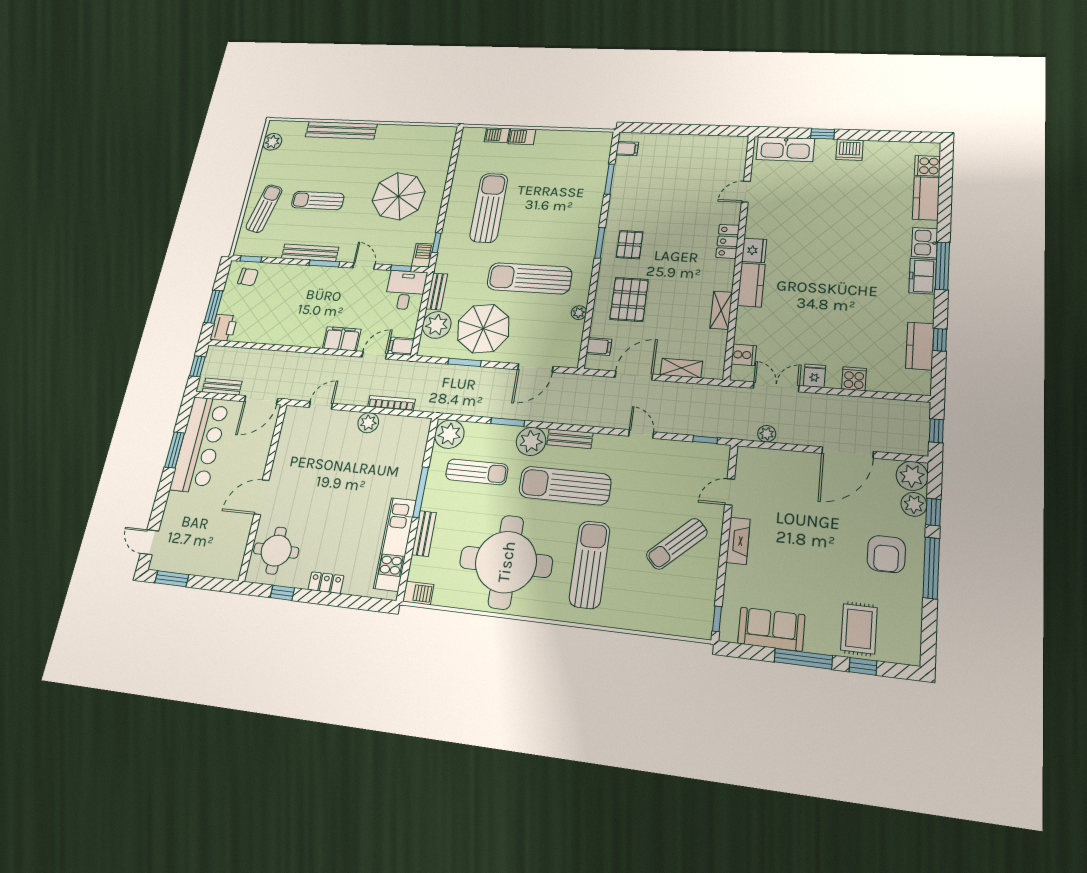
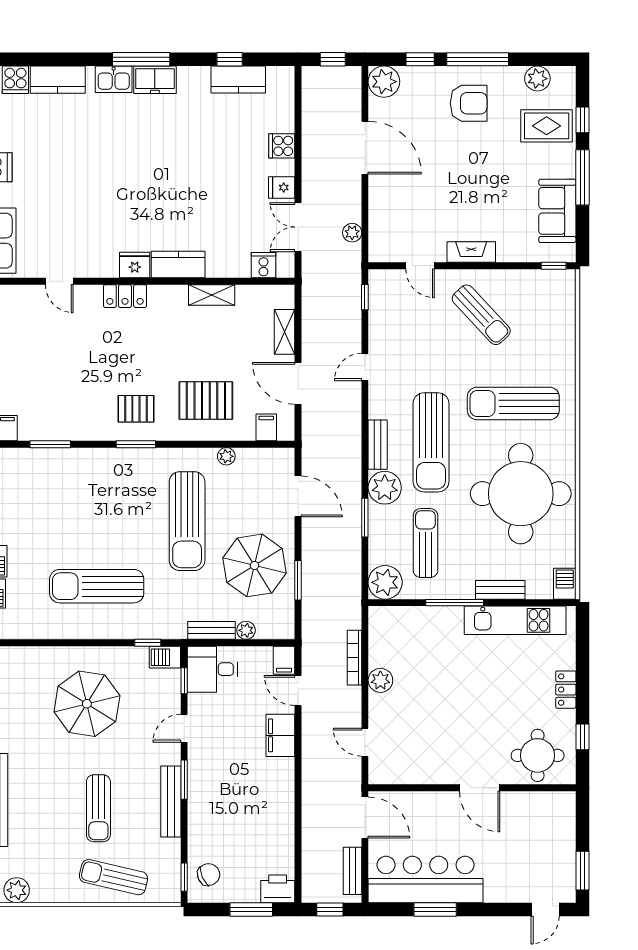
chair: (248, 277) -> (209, 875), turned 61
plant: (437, 325) -> (246, 630), width x0.53, depth x0.53
plant: (914, 504) -> (537, 79), moved

